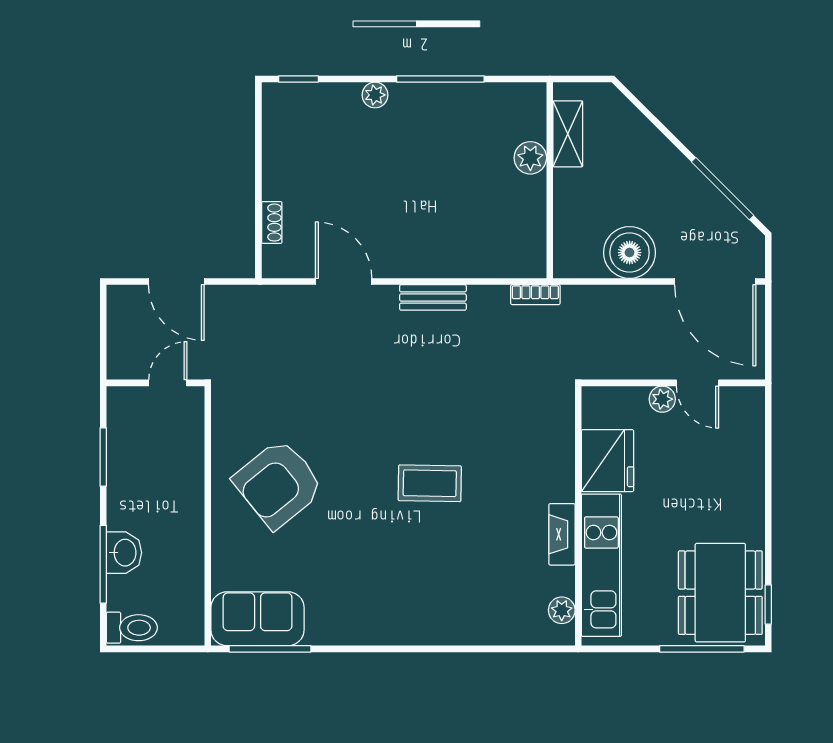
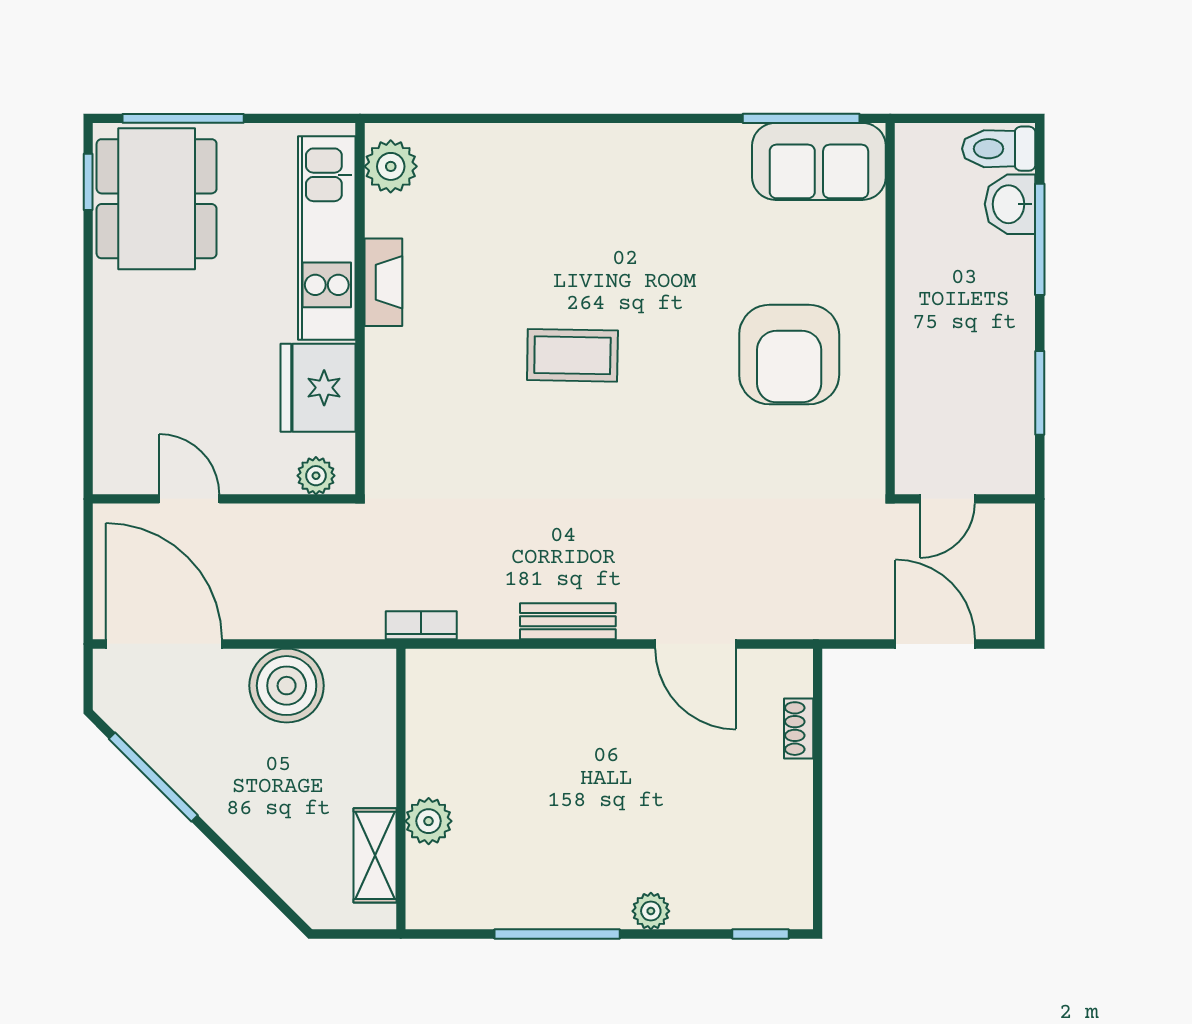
plant: (662, 399) -> (316, 476), moved
armchair: (278, 484) -> (789, 355), turned 129
washbasin: (124, 553) -> (1010, 204), moved
plant: (562, 610) -> (391, 166), width x1.38, depth x1.38

